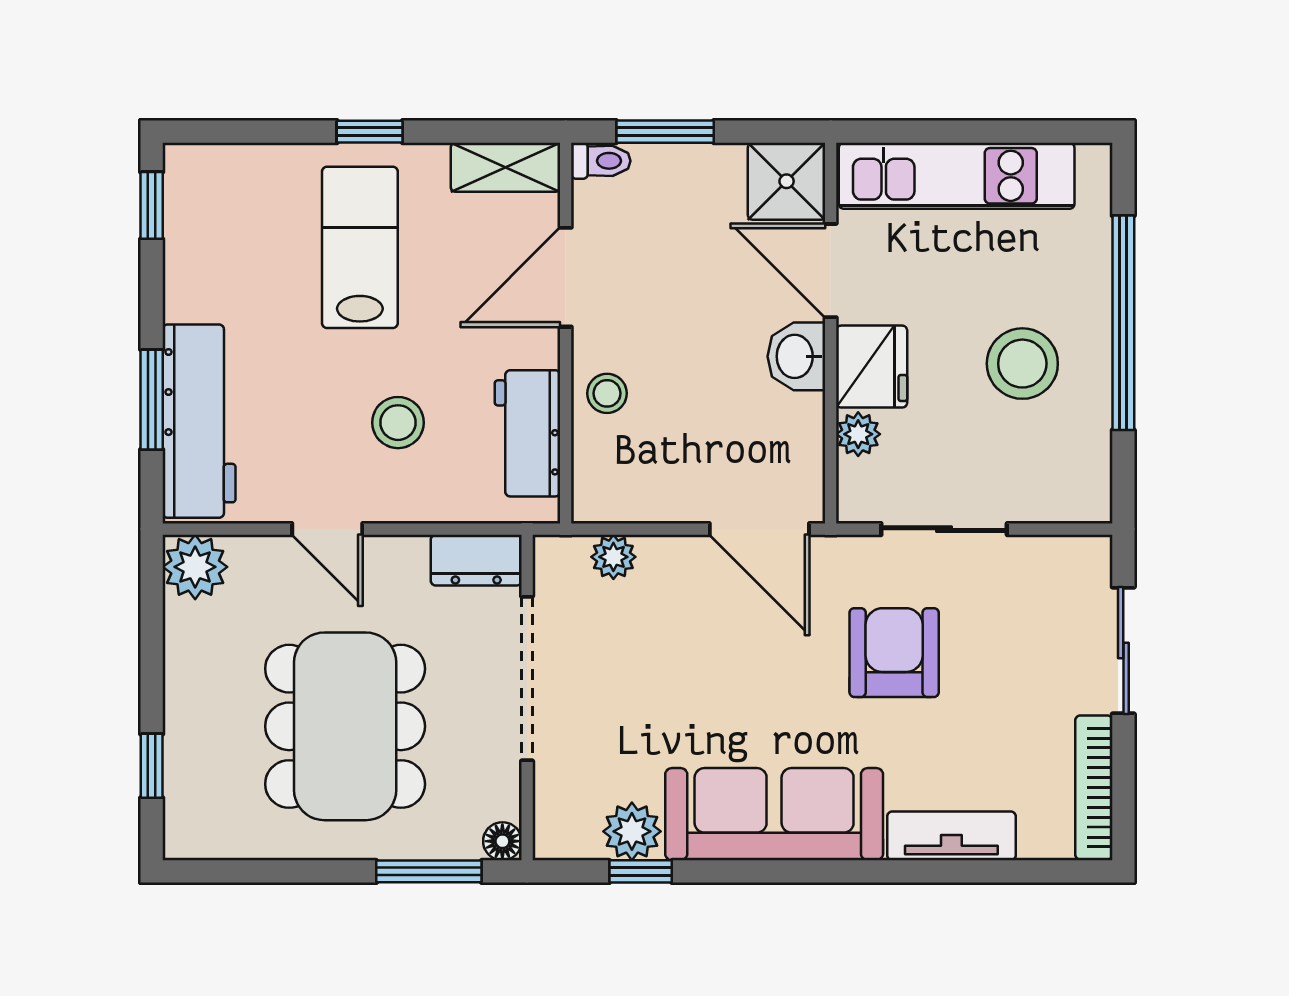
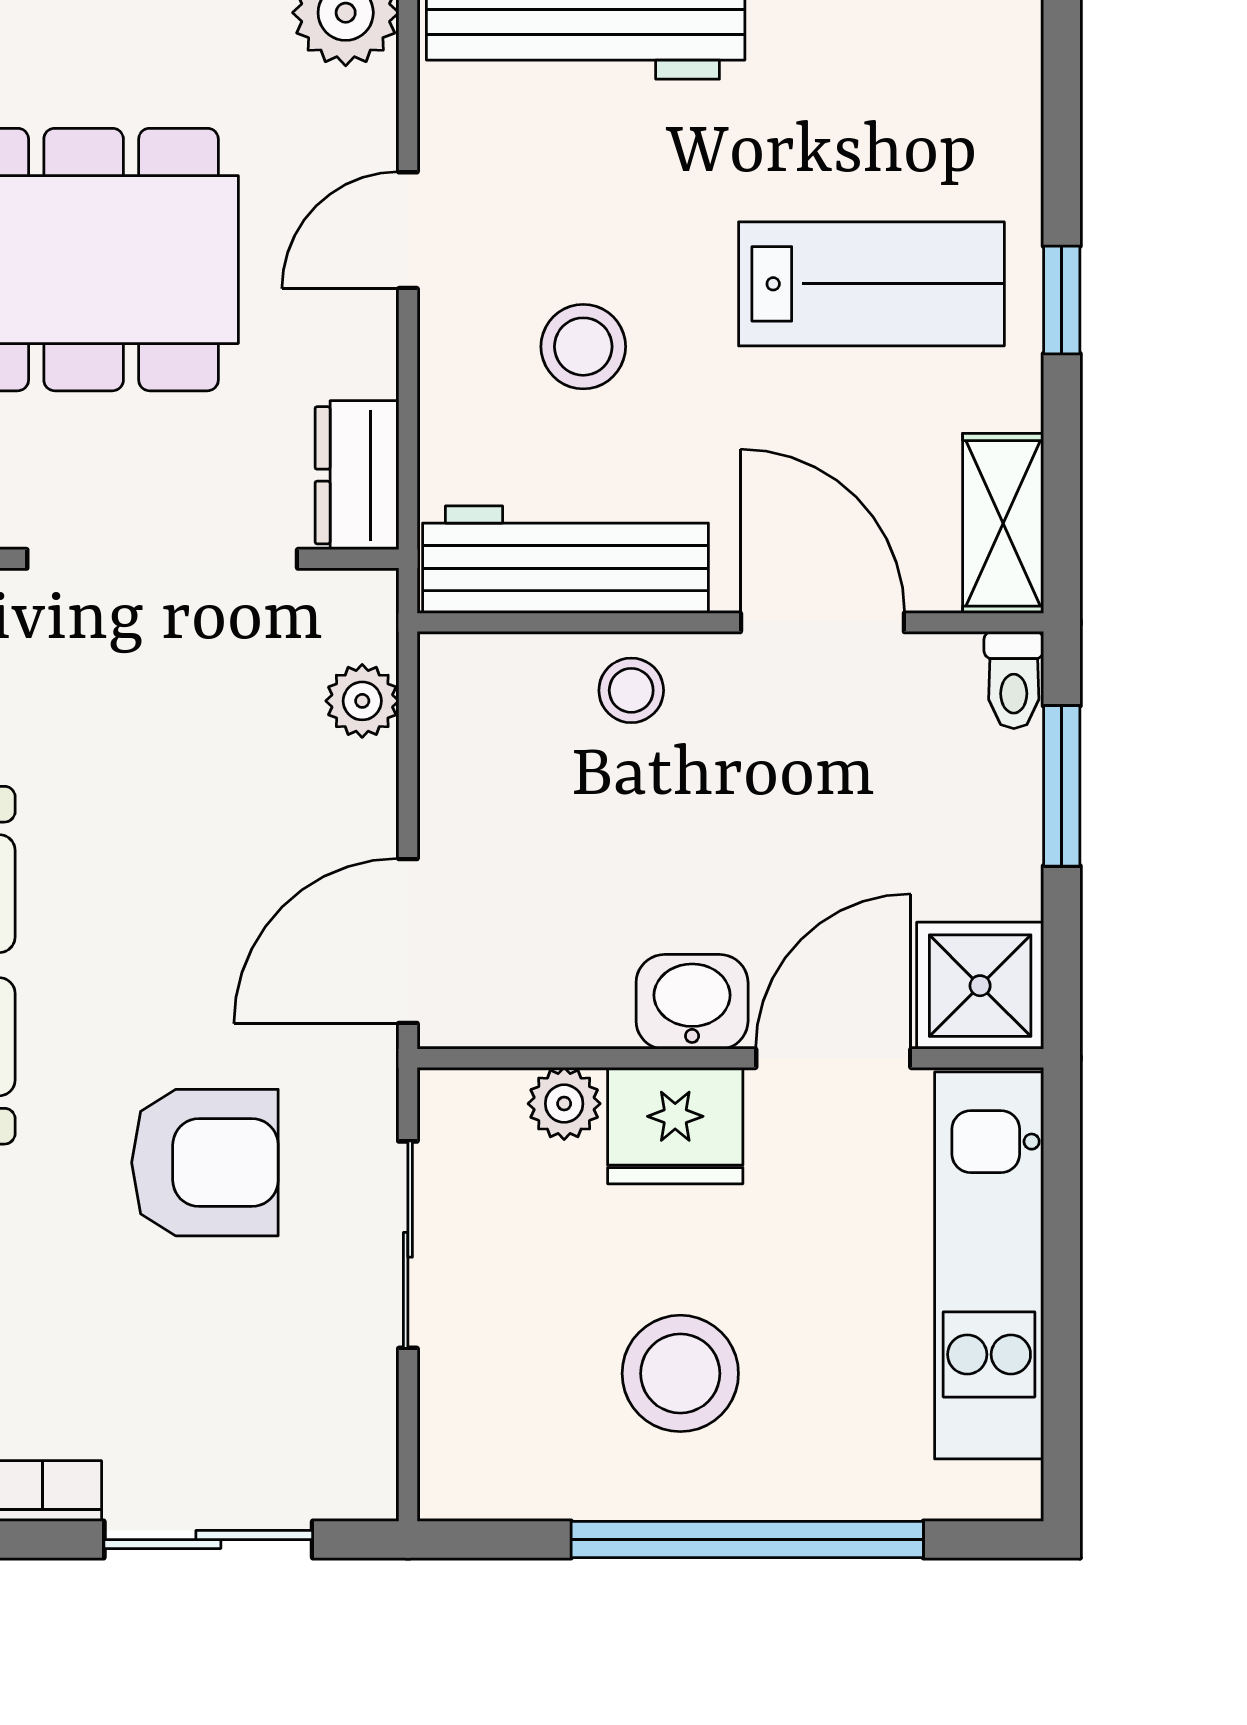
workbench: (528, 433) -> (565, 560), width x1.38

